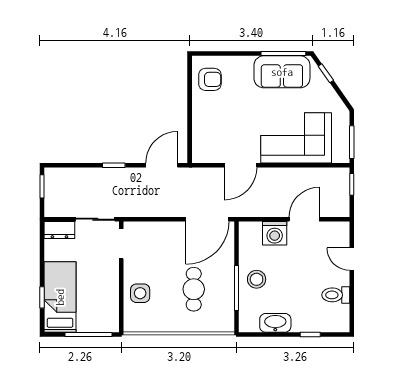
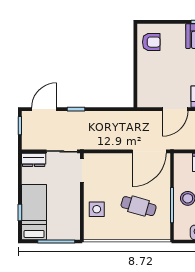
door: (162, 165) -> (44, 109), moved
cafe table: (194, 289) -> (139, 206), turned -74

